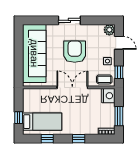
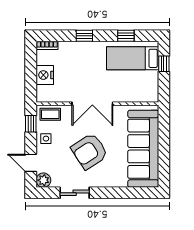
sliding door: (69, 20) -> (75, 193), moved
armchair: (75, 52) -> (89, 151), turned 57
nightstand: (108, 96) -> (45, 75), moved
window: (119, 116) -> (31, 66), removed

